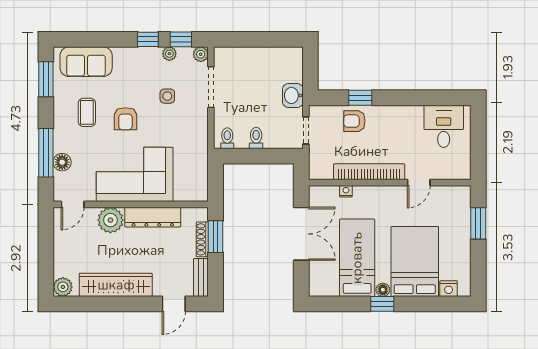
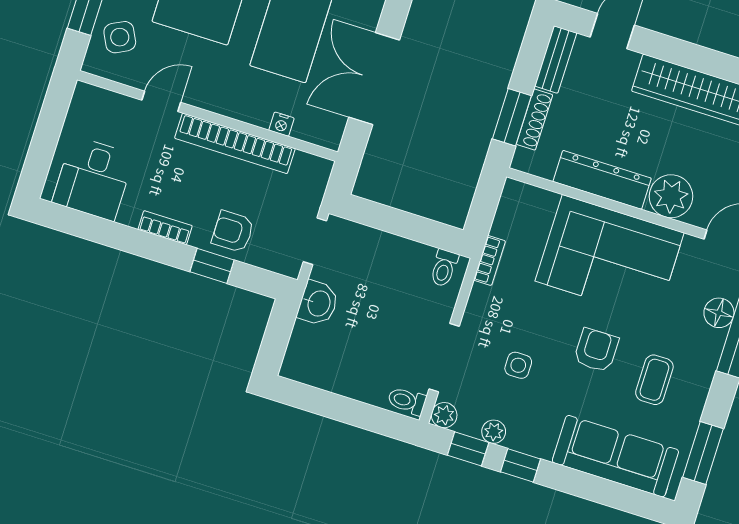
sofa: (86, 62) -> (615, 456), width x1.36
bookcase: (394, 111) -> (165, 228), added
armchair: (354, 121) -> (233, 232), turned 180
toilet: (256, 138) -> (407, 401), moved, turned 90
bookcase: (203, 151) -> (489, 261), added
side table: (454, 212) -> (120, 37), added

